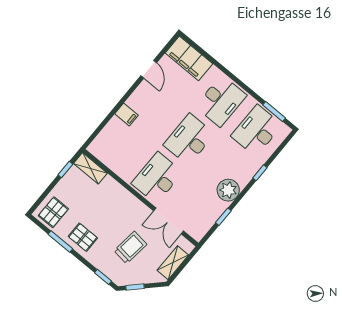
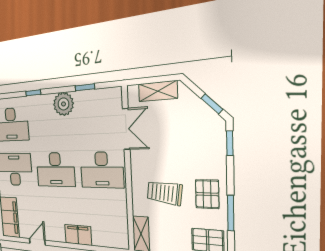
filing cabinet: (126, 115) -> (78, 235), width x2.00
trolley: (130, 247) -> (164, 193), moved

